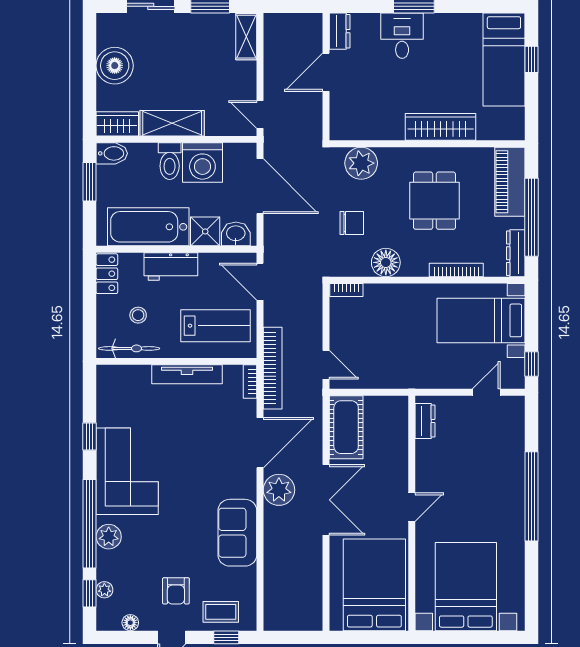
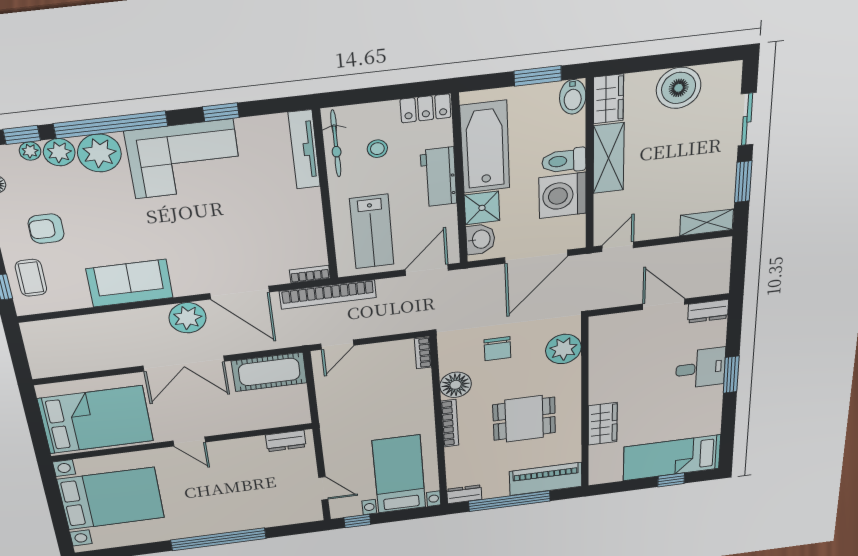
wardrobe: (441, 127) -> (603, 424), width x0.67
dresser: (516, 253) -> (464, 494), width x0.70
bookcase: (456, 270) -> (450, 423), moved
tv unit: (187, 374) -> (304, 150), moved
plant: (109, 537) -> (99, 153), width x1.36, depth x1.36
plant: (108, 568) -> (59, 152), added

